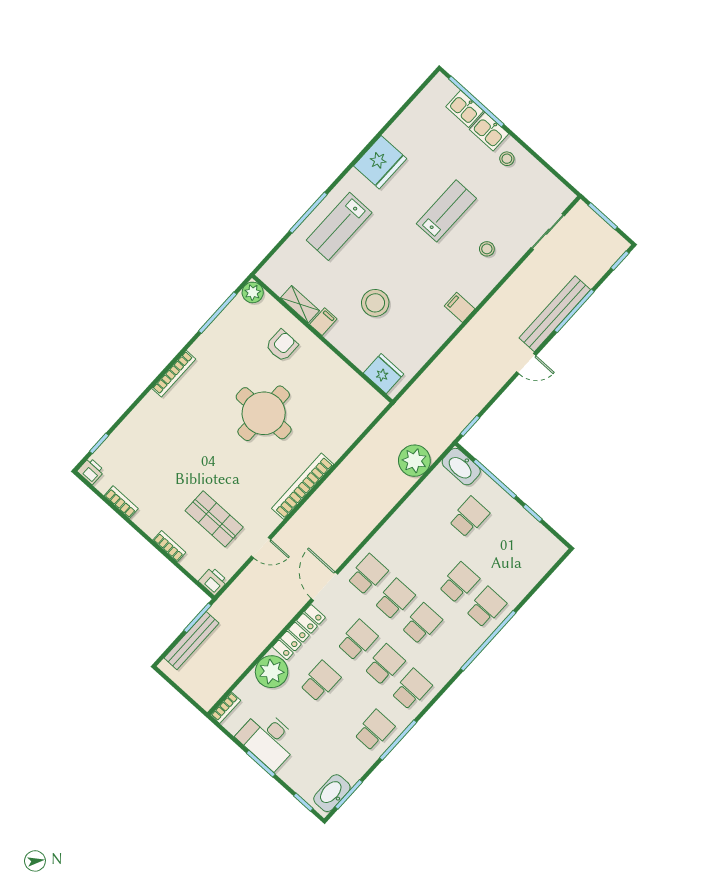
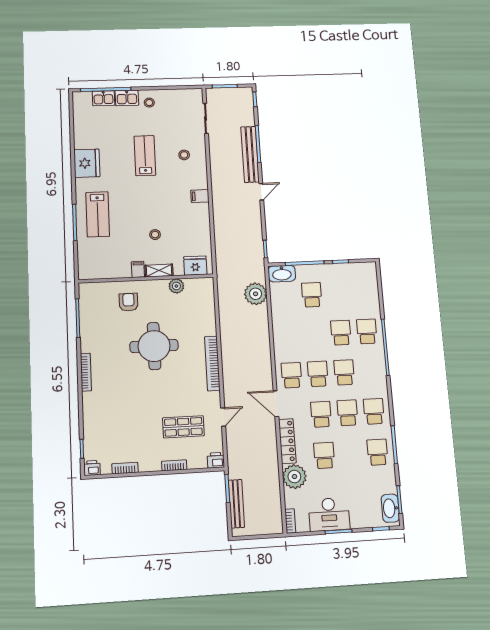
plant: (253, 292) -> (176, 286), moved
stool: (375, 303) -> (155, 235), width x0.53, depth x0.53
shelving: (300, 304) -> (159, 270), moved

